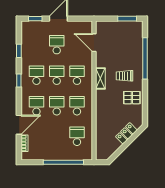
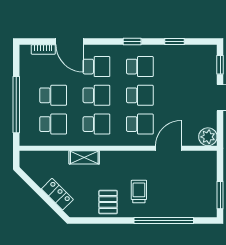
plant: (86, 27) -> (208, 137), added
door: (94, 43) -> (168, 148), moved
school desk: (57, 45) -> (53, 95), moved
shelving: (100, 78) -> (84, 157), moved

